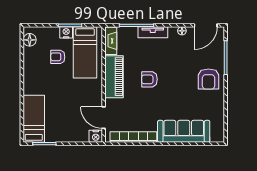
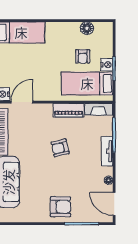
floor lamp: (30, 40) -> (87, 28), moved
armchair: (58, 57) -> (83, 56), turned 180
piano: (114, 77) -> (69, 110), width x0.73, depth x0.75
armchair: (149, 79) -> (60, 148), turned -103
armchair: (209, 79) -> (61, 207), turned 180

